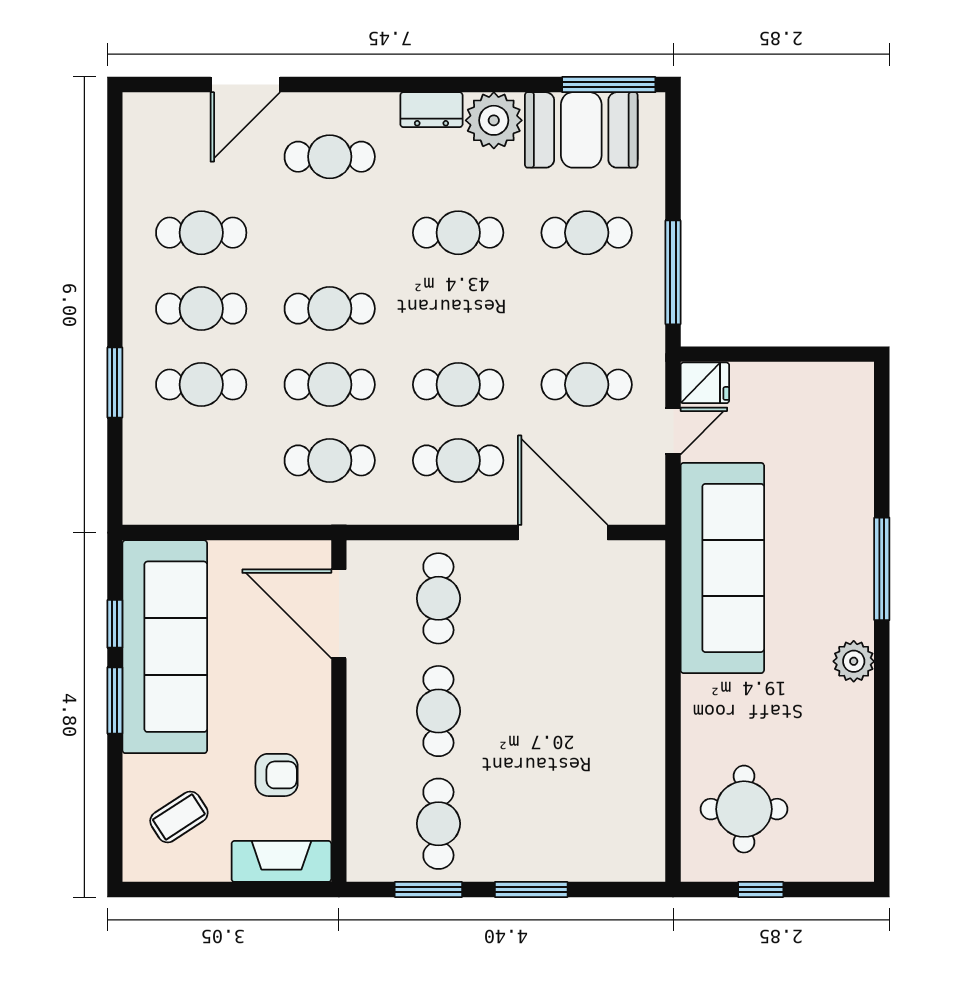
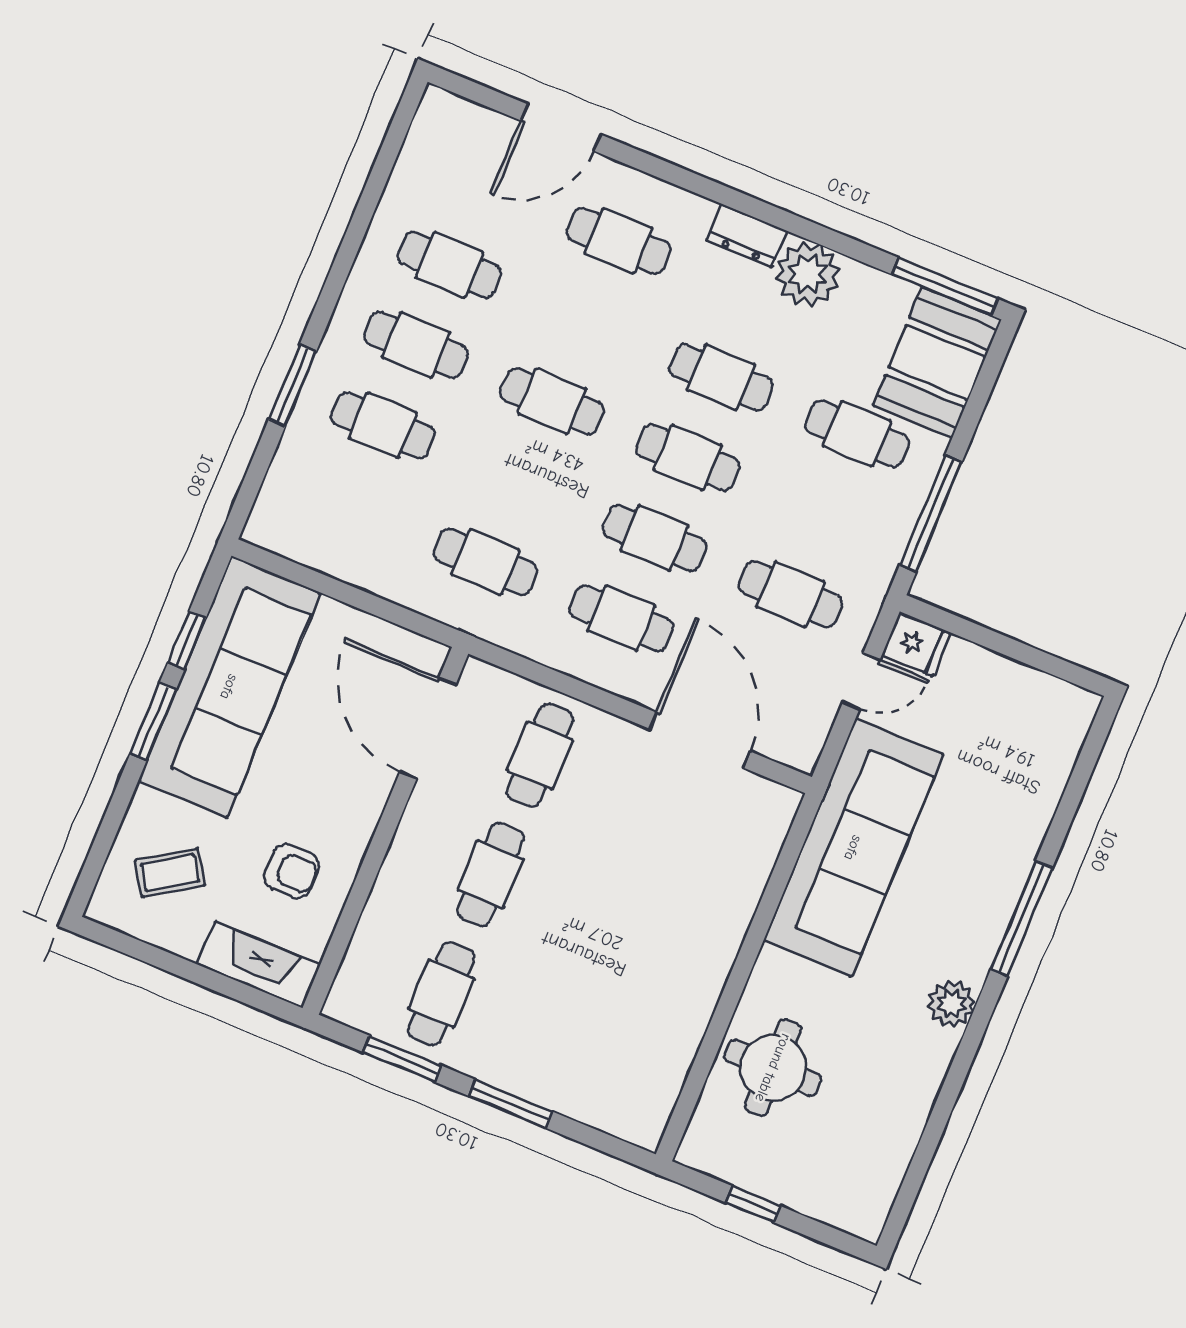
booth: (581, 130) -> (937, 362), moved, turned 90
cafe table: (330, 385) -> (688, 458), moved
round table: (744, 809) -> (773, 1068), moved

